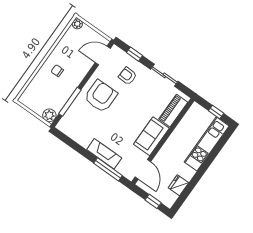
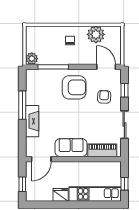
plant: (77, 24) -> (96, 34), moved, width x1.87, depth x1.87
window: (108, 169) -> (22, 105), moved
fridge: (178, 185) -> (61, 195), moved

